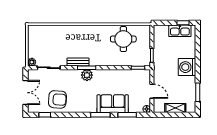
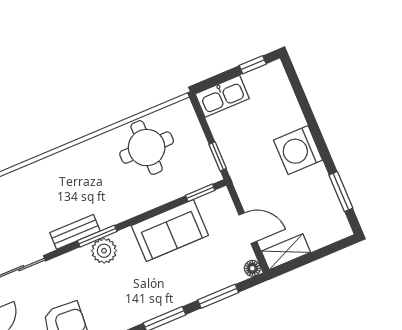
kitchen sink: (180, 31) -> (222, 96), moved
sofa: (113, 104) -> (170, 230), moved, turned 180
shelving: (175, 108) -> (286, 252), moved

